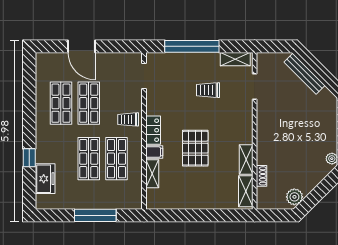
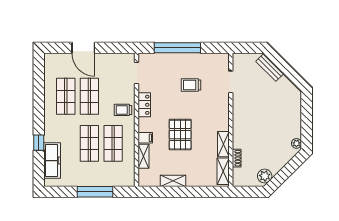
shelving: (235, 59) -> (173, 181), moved
bench: (305, 74) -> (270, 68), width x0.73
locker: (153, 130) -> (144, 105), moved
freezer: (45, 179) -> (52, 161), width x1.40

